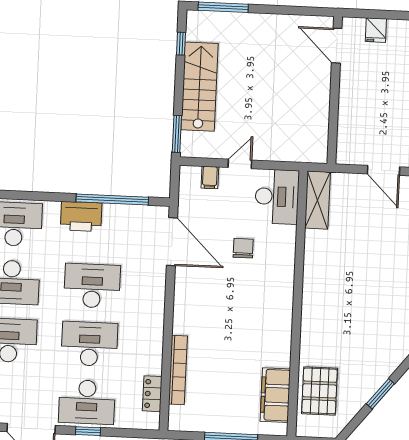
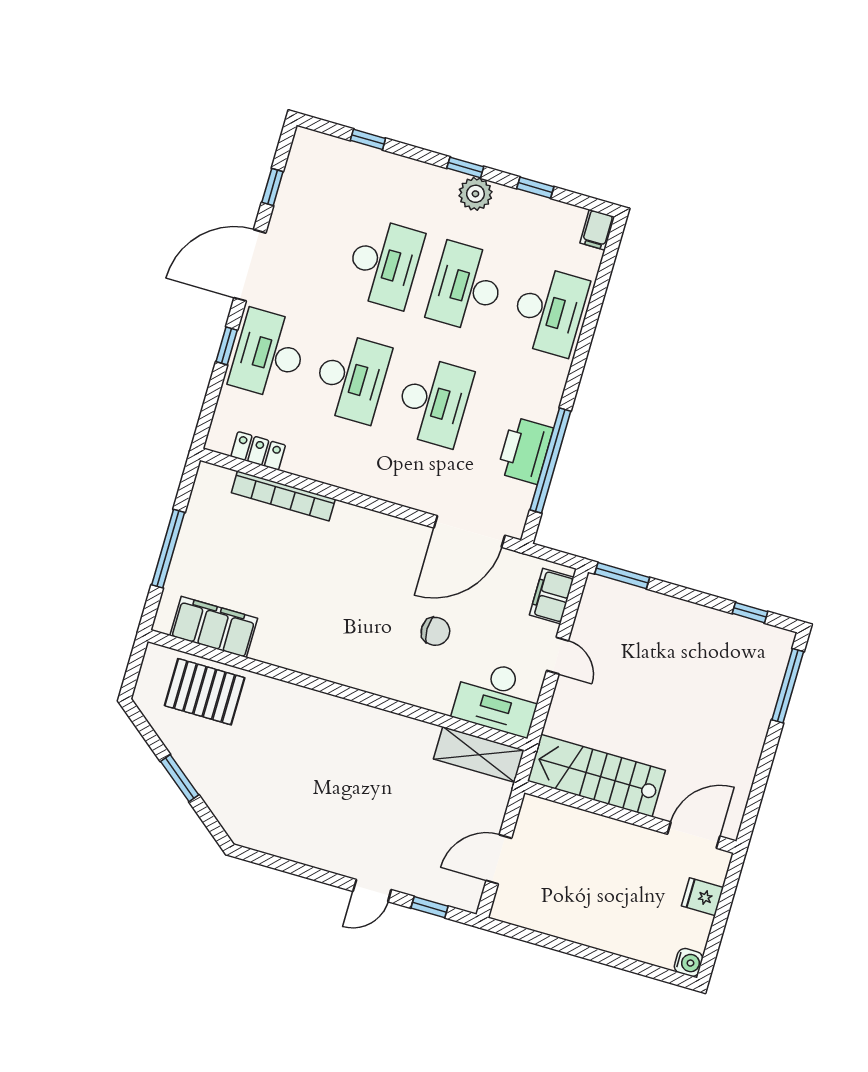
stairs: (200, 87) -> (596, 776), moved, turned 180
filing cabinet: (210, 177) -> (552, 596), width x2.00
printer: (81, 216) -> (525, 451), moved

